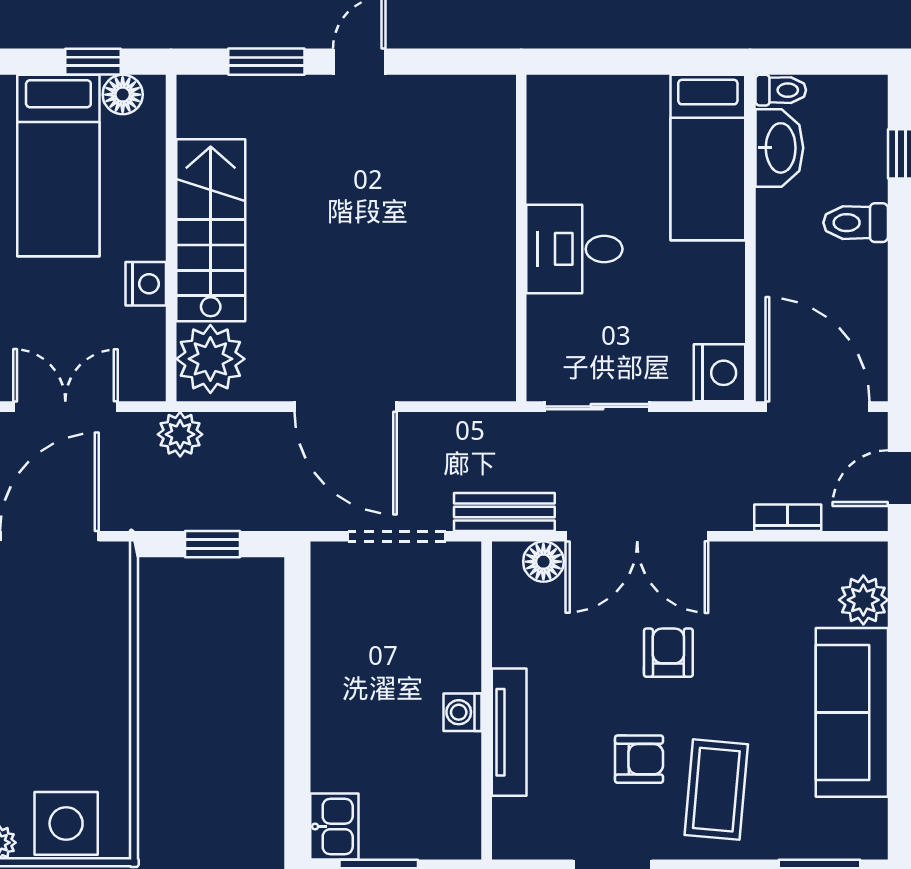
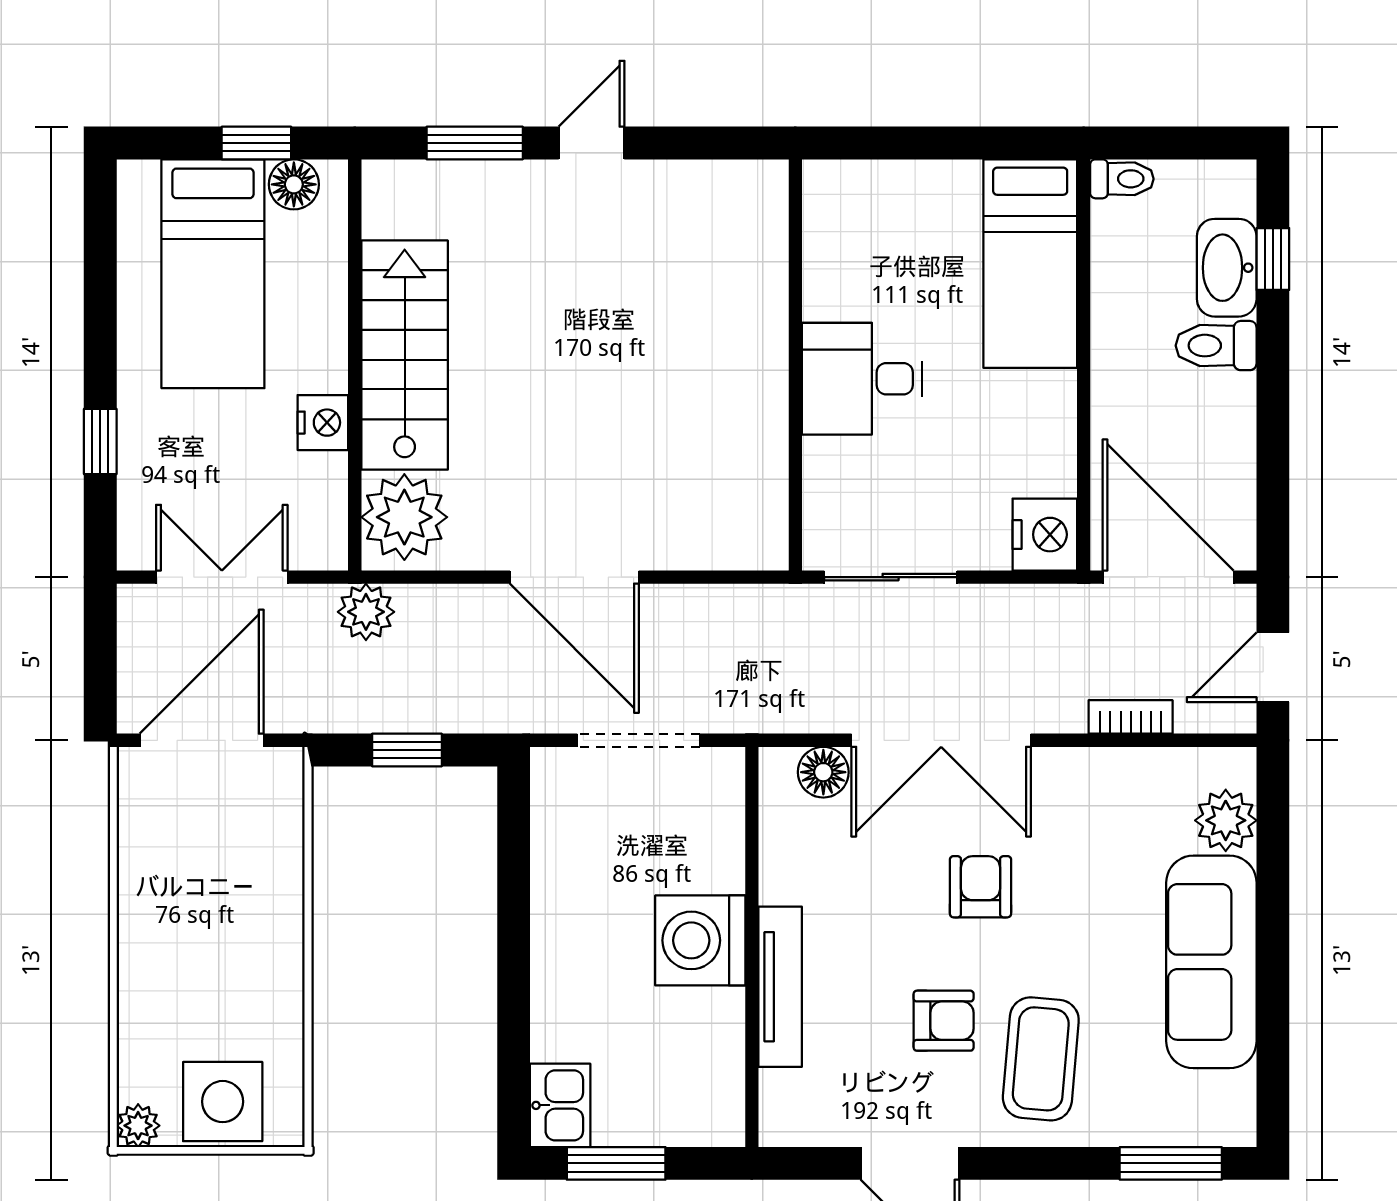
washbasin: (779, 148) -> (1227, 268), moved, turned 180
bench: (504, 512) -> (774, 710), removed
washing machine: (463, 712) -> (700, 940), width x1.89, depth x1.89

